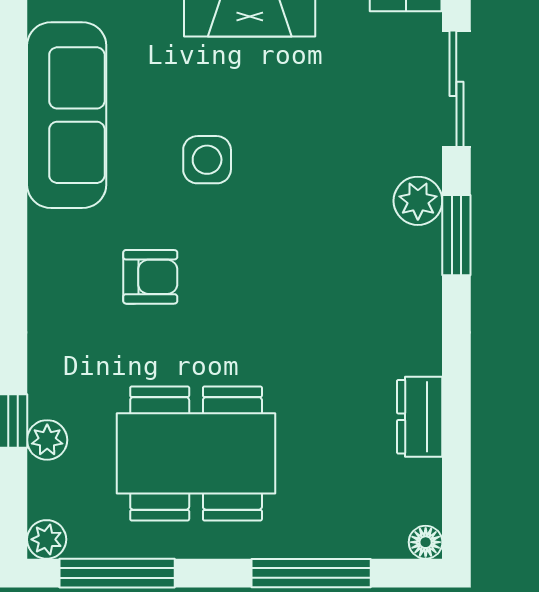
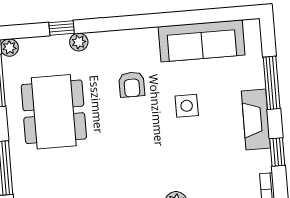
plant: (47, 440) -> (79, 42), moved

